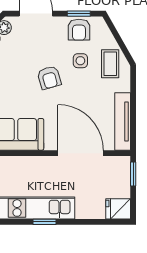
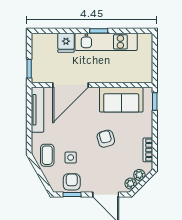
armchair: (49, 78) -> (106, 139), moved
door: (81, 153) -> (70, 85), hinge flipped
fridge: (118, 209) -> (66, 43), moved, turned 90

